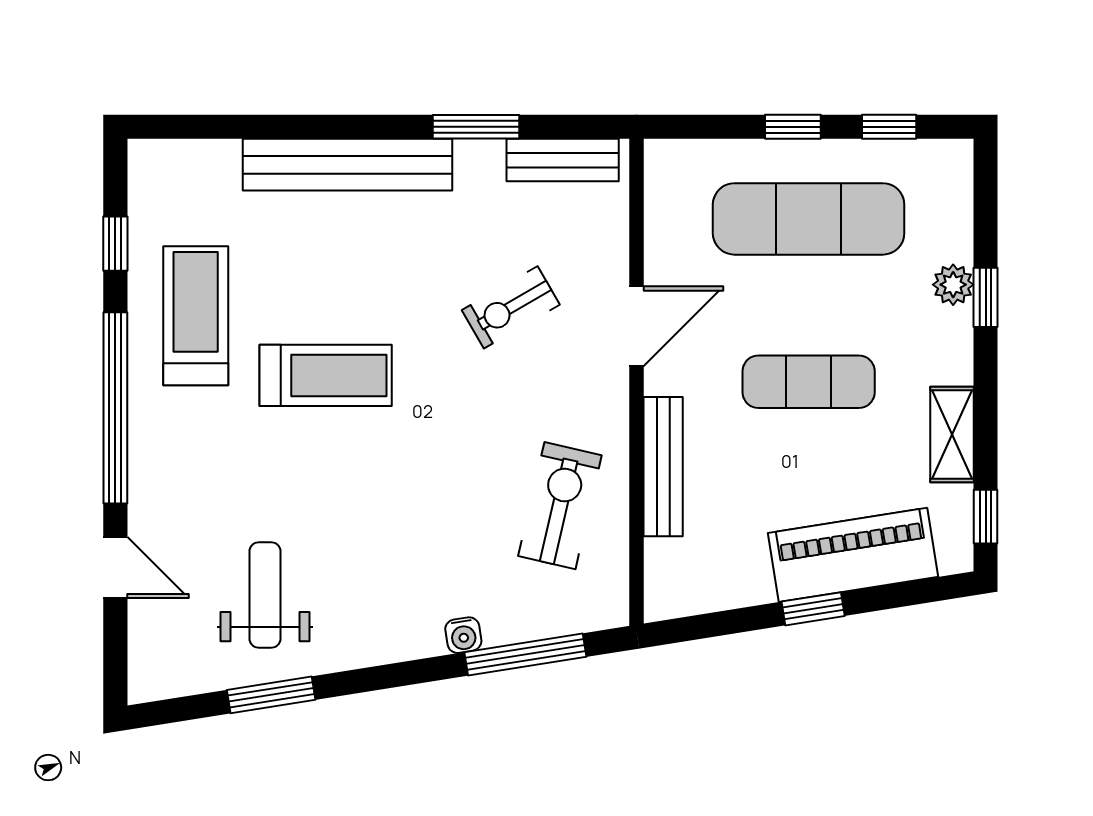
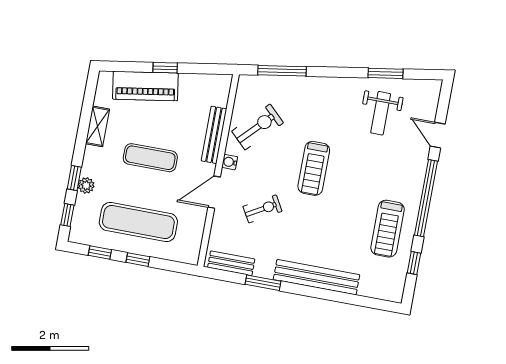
treadmill: (326, 375) -> (314, 168), moved, turned -90
exercise bike: (560, 506) -> (258, 127), turned -149
window: (986, 517) -> (67, 215), moved
water cooler: (463, 635) -> (230, 162), moved, turned -81

